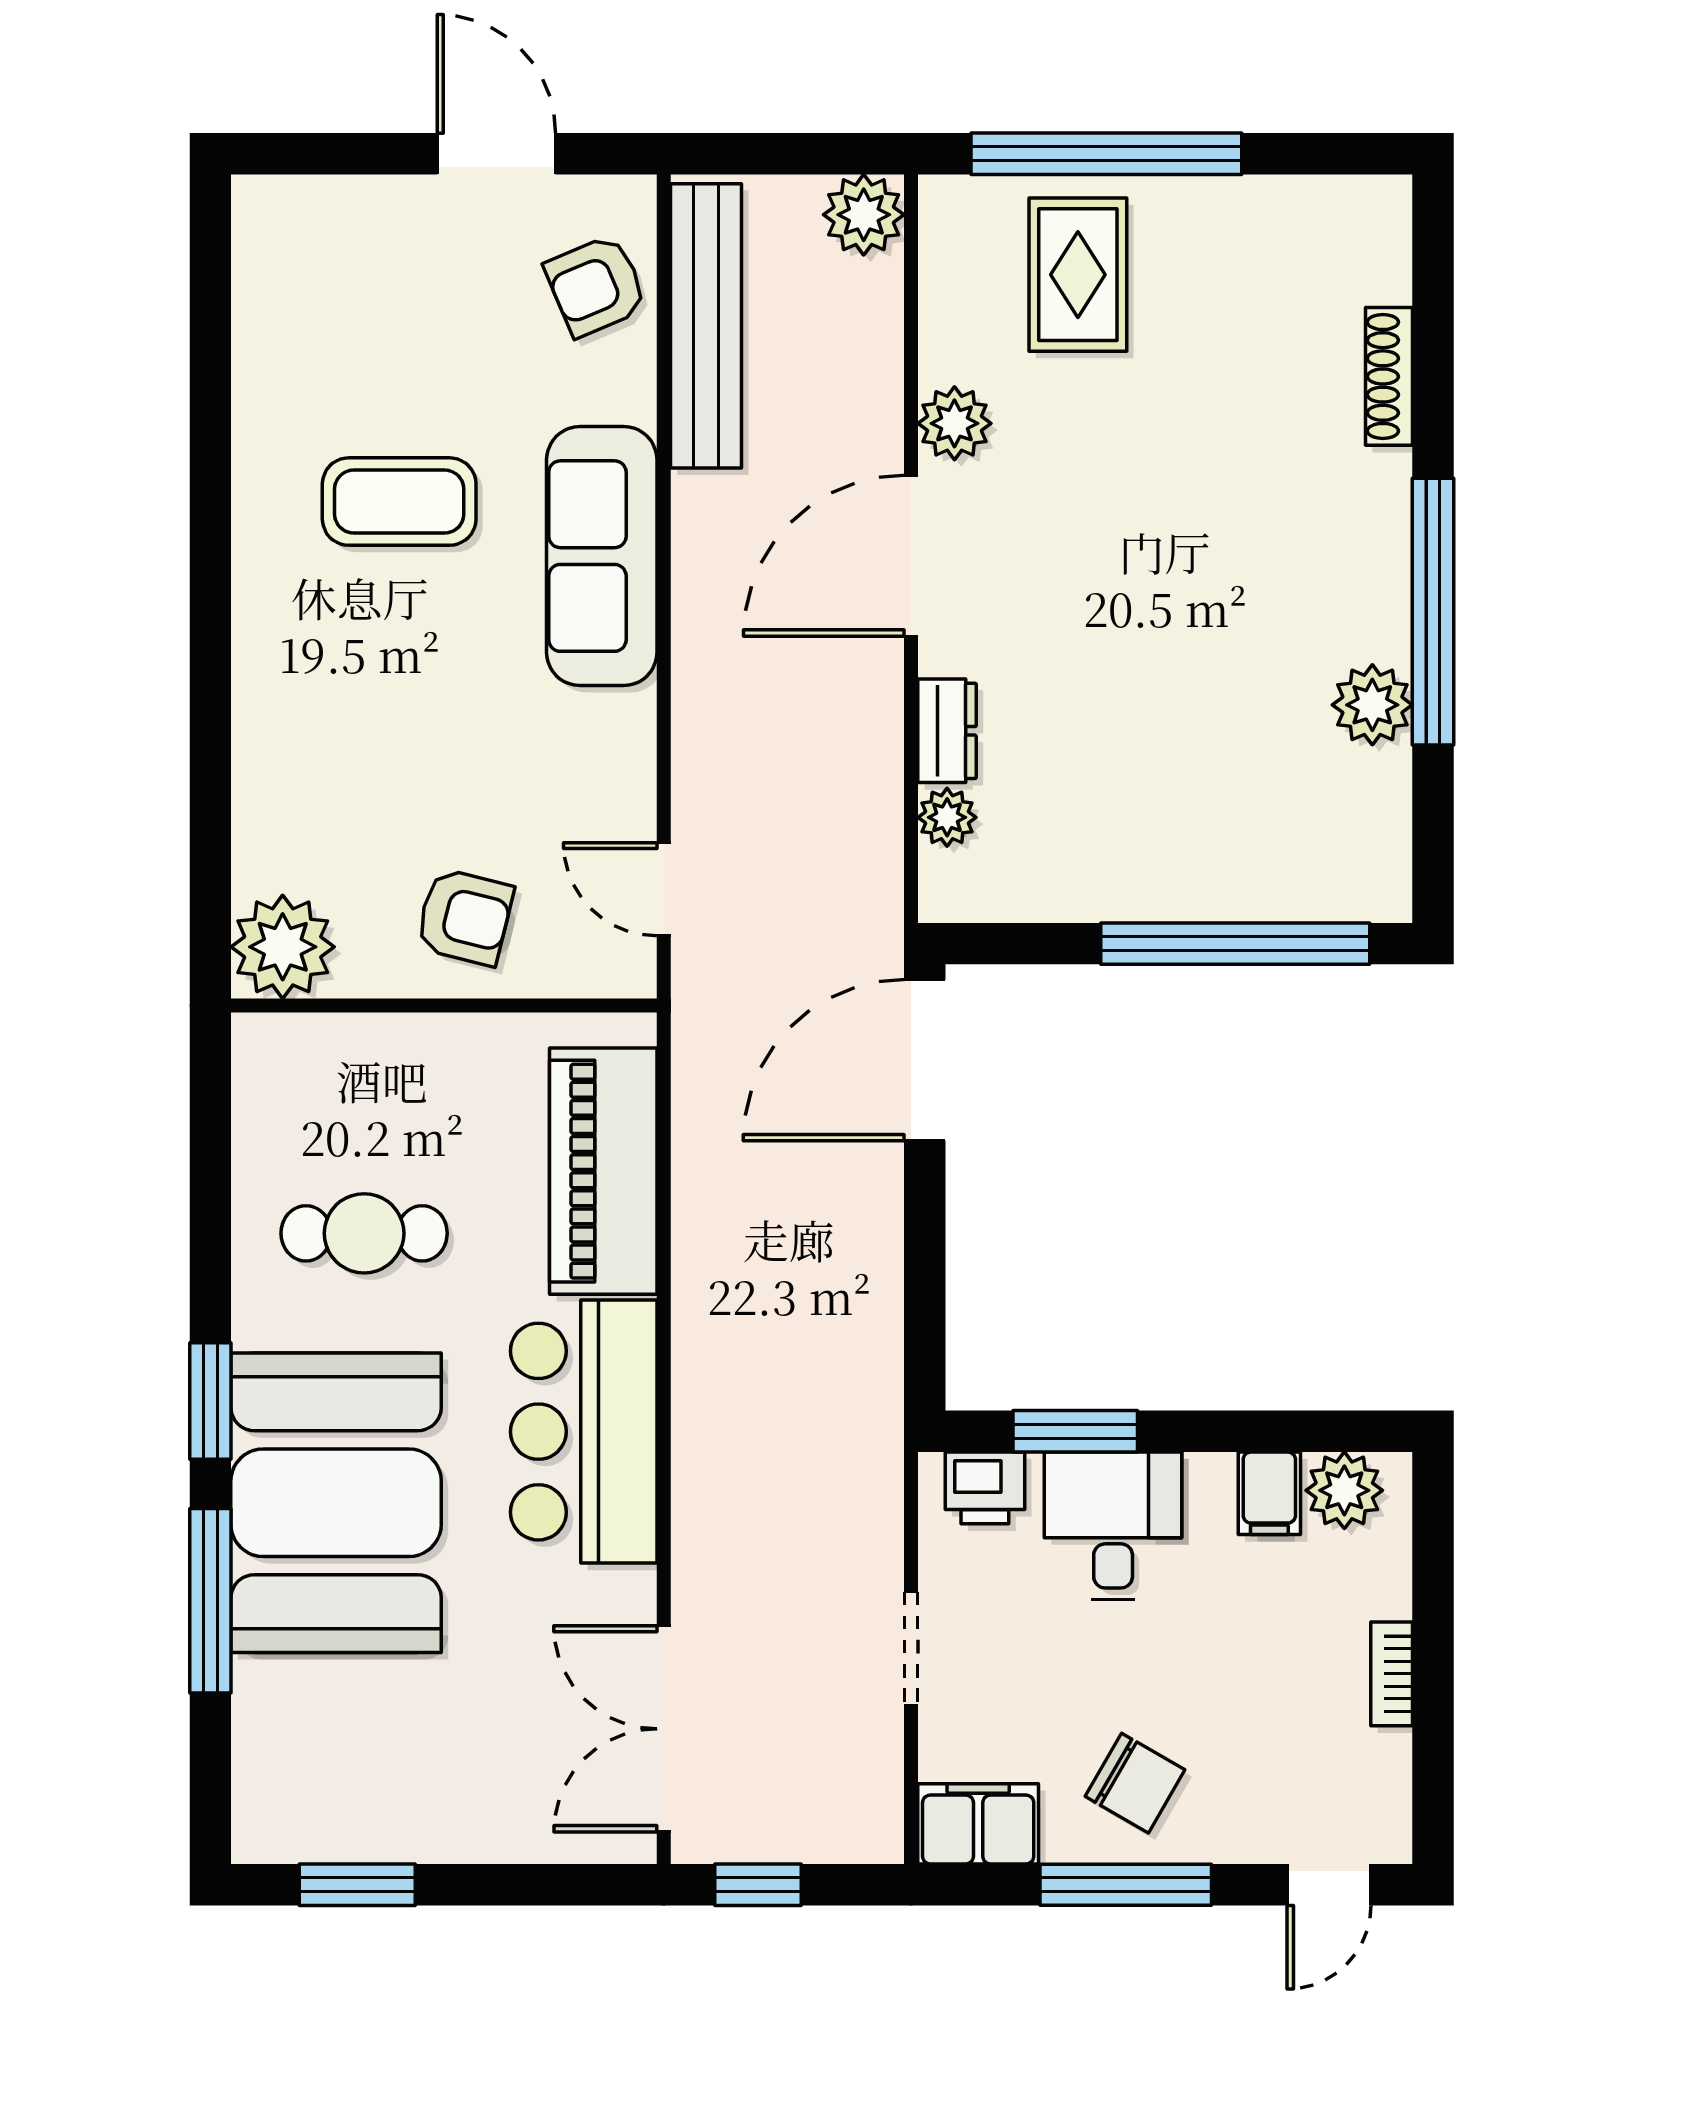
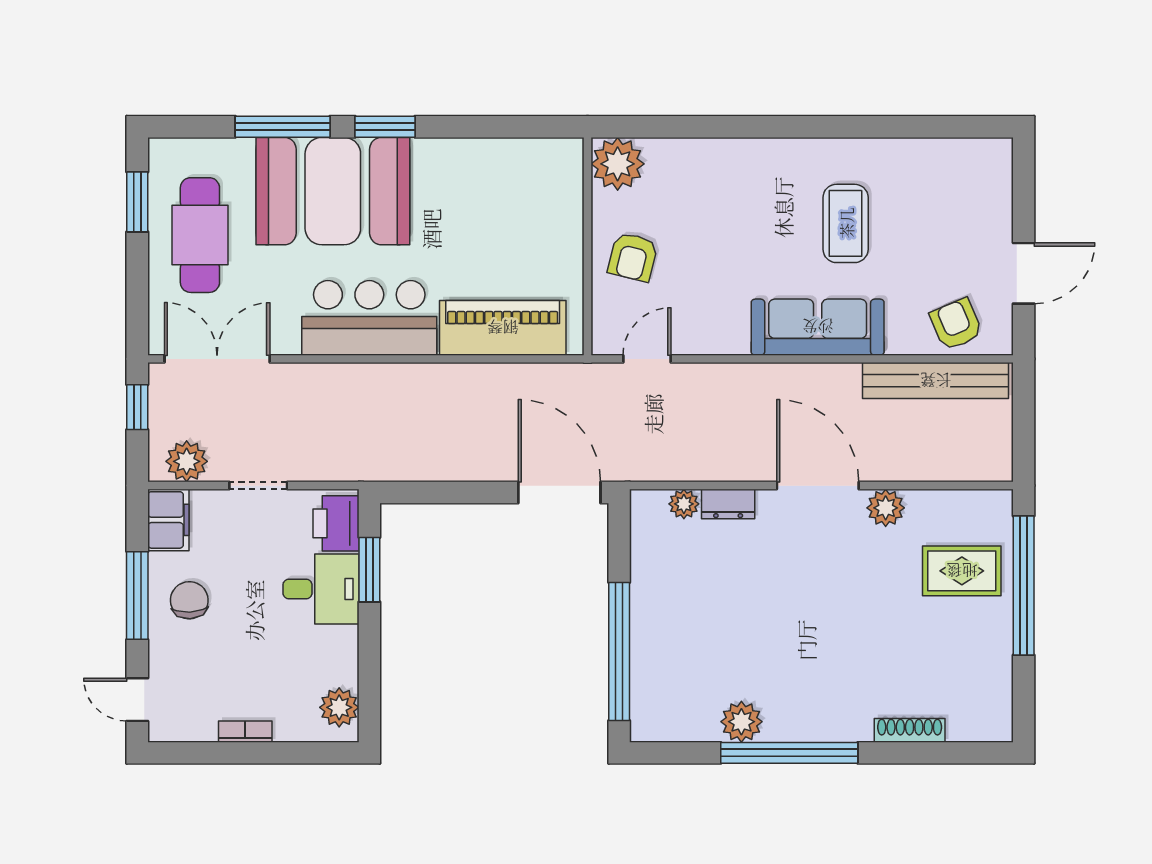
plant: (864, 215) -> (187, 461), moved
cafe table: (364, 1233) -> (200, 235), moved, width x1.37, depth x1.35
printer: (985, 1488) -> (336, 523), width x1.36, depth x1.24
filing cabinet: (1269, 1493) -> (338, 669), removed
chair: (1135, 1783) -> (189, 600), turned 147

